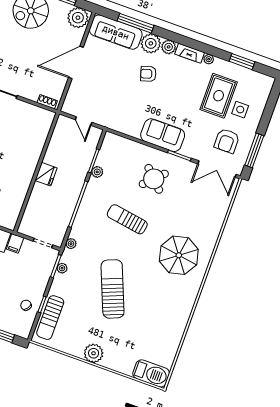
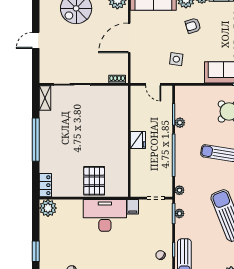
side table: (118, 103) -> (176, 59), added

